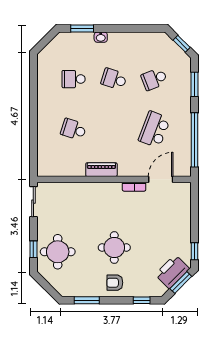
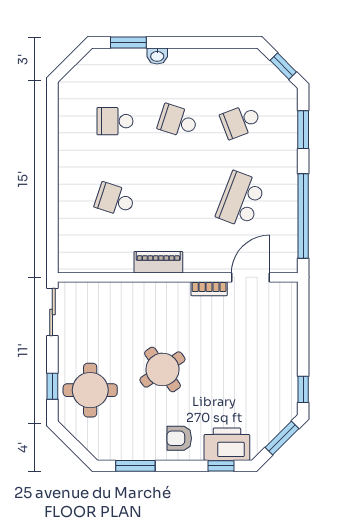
round table: (114, 248) -> (162, 369), moved, turned -35
printer: (172, 272) -> (227, 444), moved, turned 45

